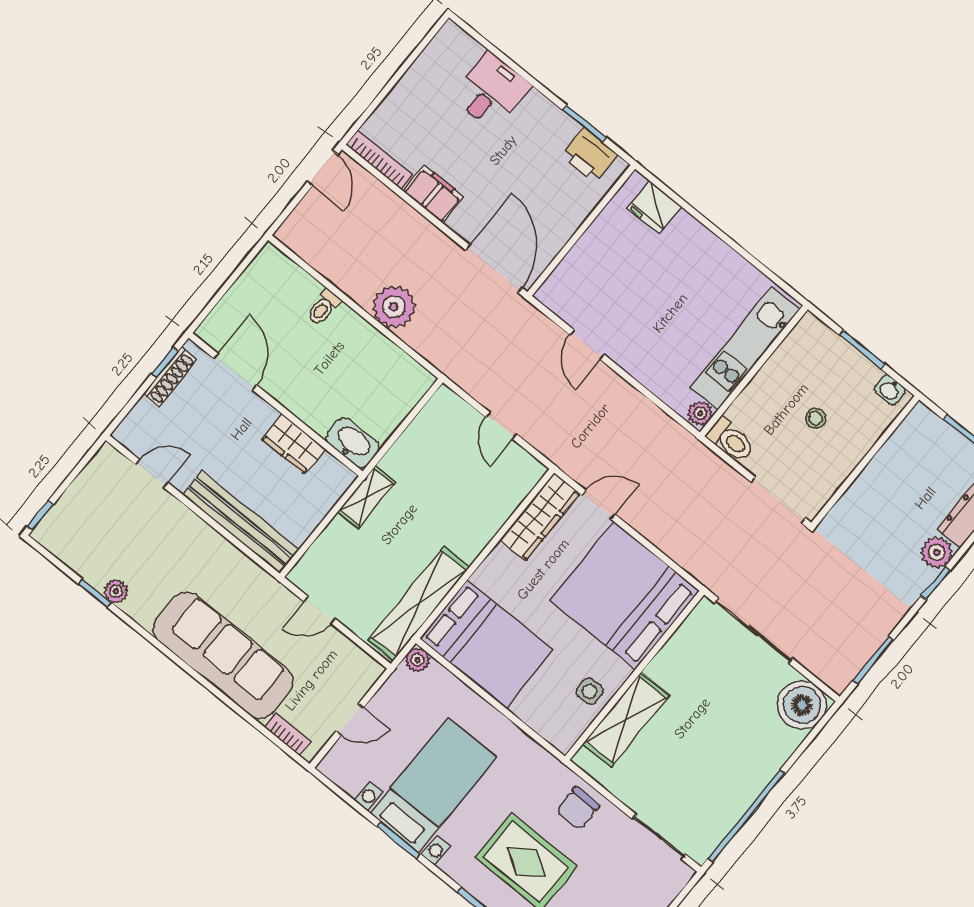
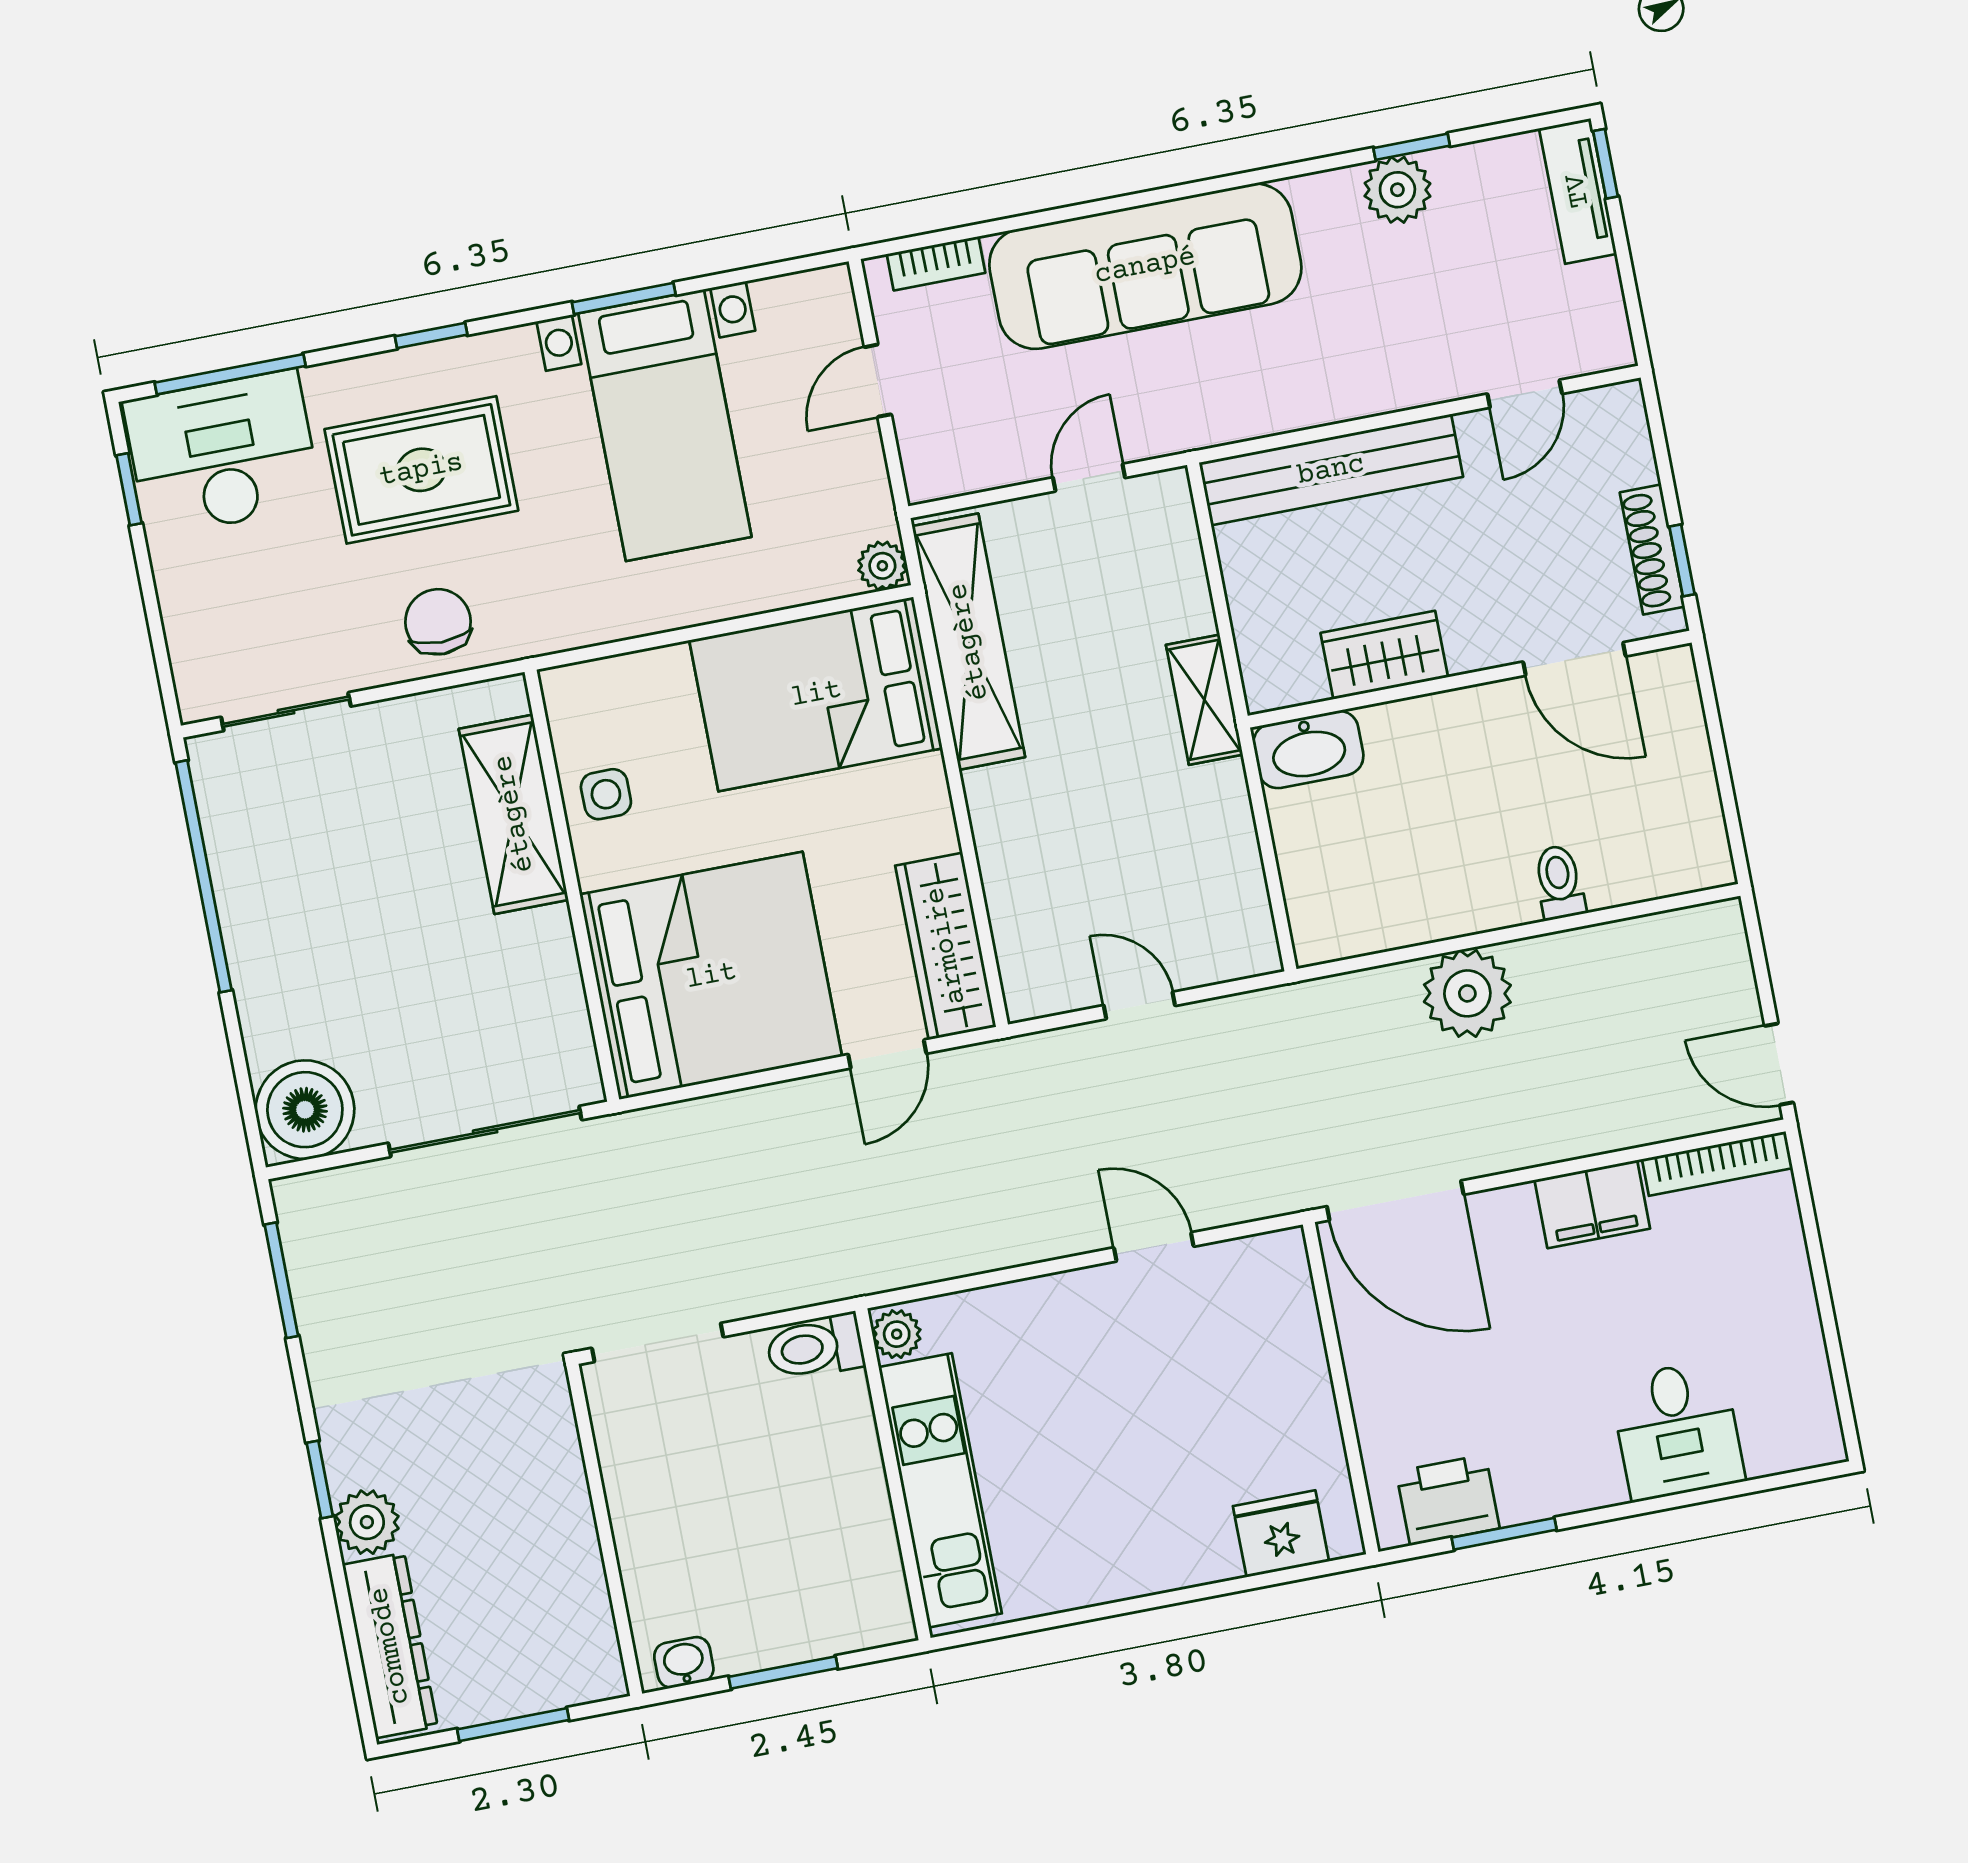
stool: (816, 418) -> (737, 1508), removed
tv unit: (59, 517) -> (1578, 191), added
plant: (116, 591) -> (1397, 190), width x1.38, depth x1.38

